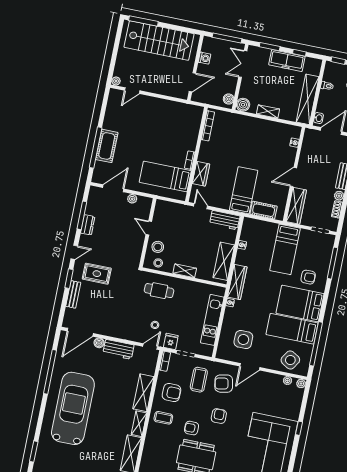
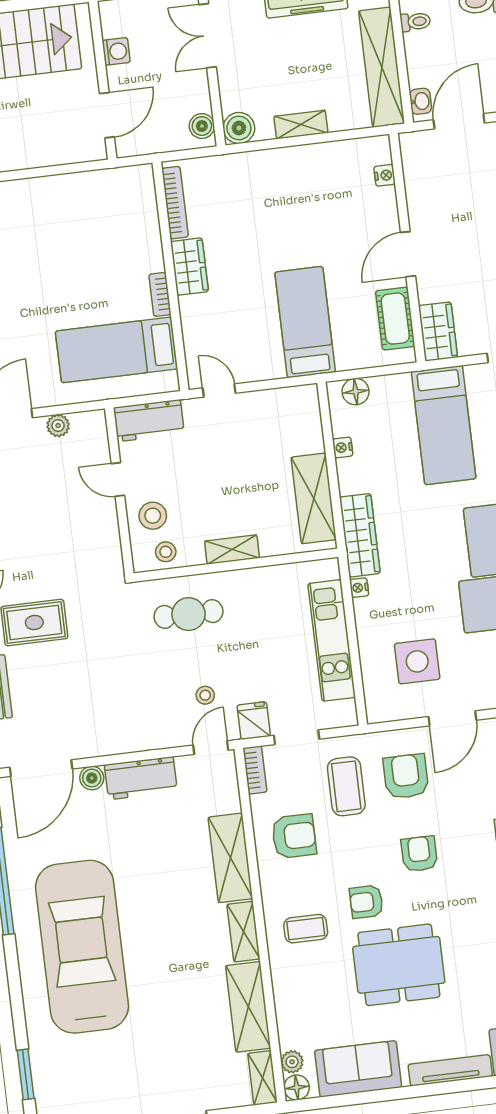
wardrobe: (201, 174) -> (189, 267), moved
wardrobe: (296, 206) -> (438, 332), width x0.67
cot: (264, 210) -> (395, 319), moved, turned 90
workbench: (225, 220) -> (149, 421), moved
floor lamp: (255, 224) -> (356, 392), added
armchair: (224, 384) -> (406, 776), turned 101
coffee table: (163, 418) -> (306, 929), moved

